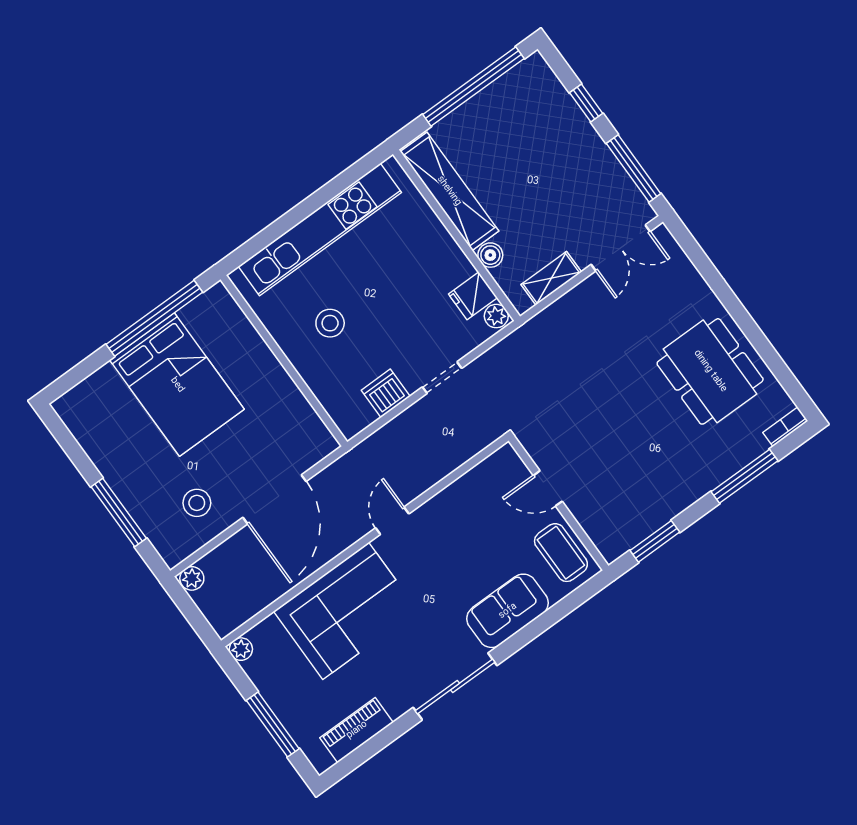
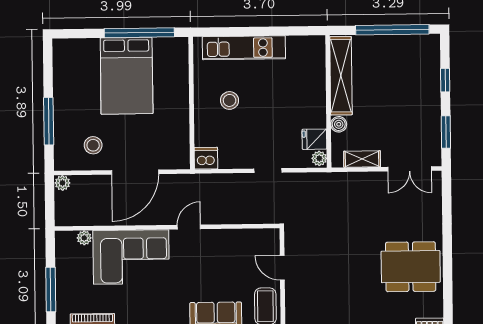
window: (634, 168) -> (446, 132), width x0.69
kitchen unit: (320, 229) -> (244, 48), width x0.73
dining table: (710, 371) -> (411, 267), turned 90
dishwasher: (386, 393) -> (206, 158), moved
plant: (241, 649) -> (84, 238), moved

